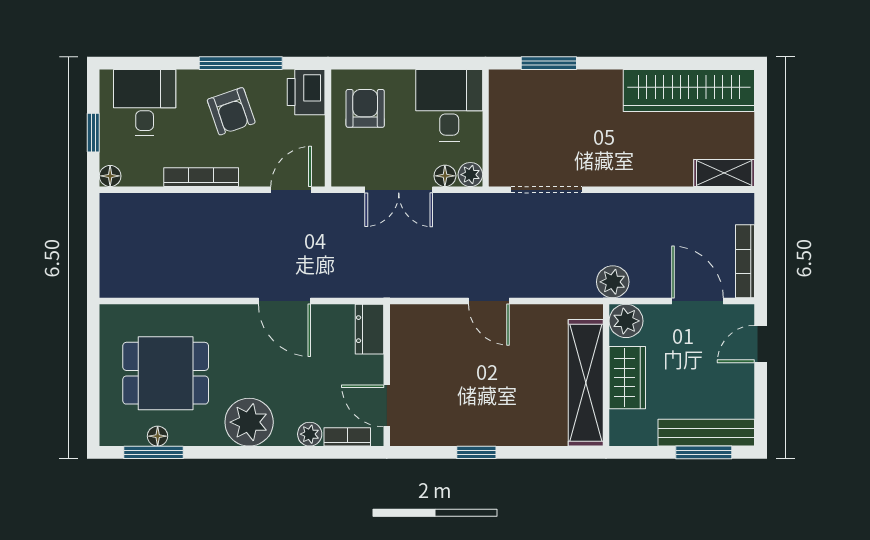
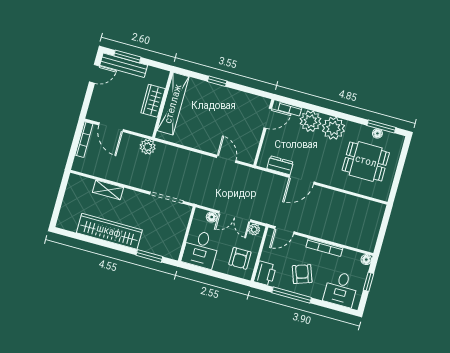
wardrobe: (689, 90) -> (109, 231), moved
shelving: (724, 173) -> (108, 190), moved
plant: (470, 175) -> (254, 229), moved
double door: (399, 190) -> (235, 217), swing flipped
door: (284, 301) -> (302, 180), swing flipped
door: (489, 301) -> (226, 159), moved
plant: (626, 321) -> (146, 127), removed
dresser: (370, 329) -> (280, 165), moved, turned -90
door: (761, 344) -> (94, 74), moved
door: (387, 406) -> (268, 118), hinge flipped
plant: (310, 434) -> (310, 121), width x1.87, depth x1.87
window: (476, 452) -> (217, 81), moved

